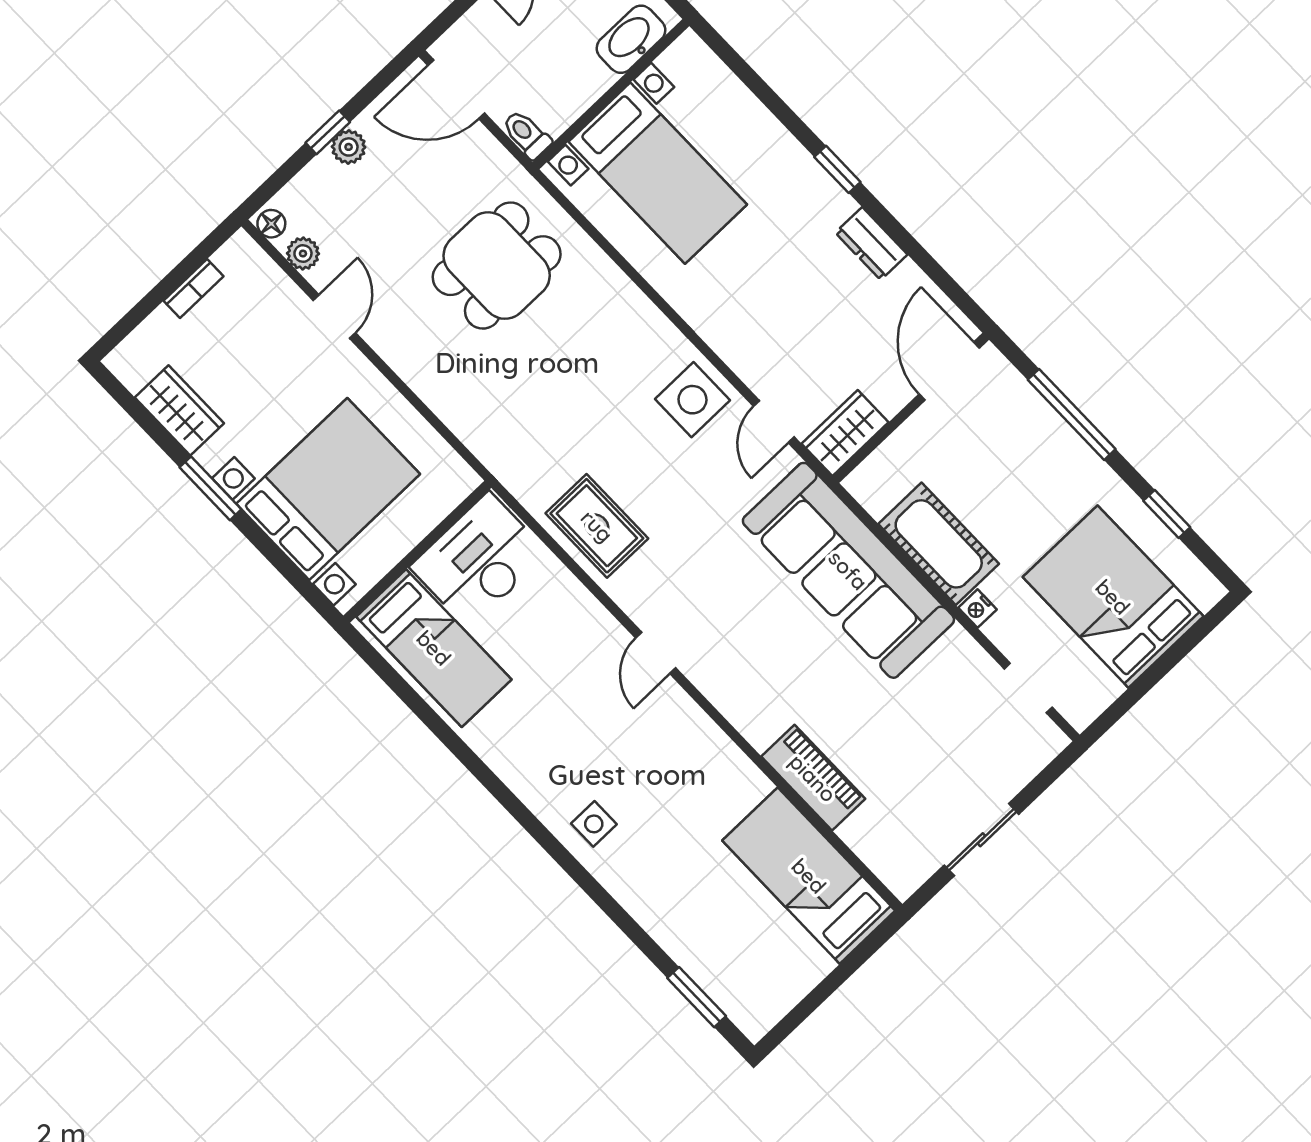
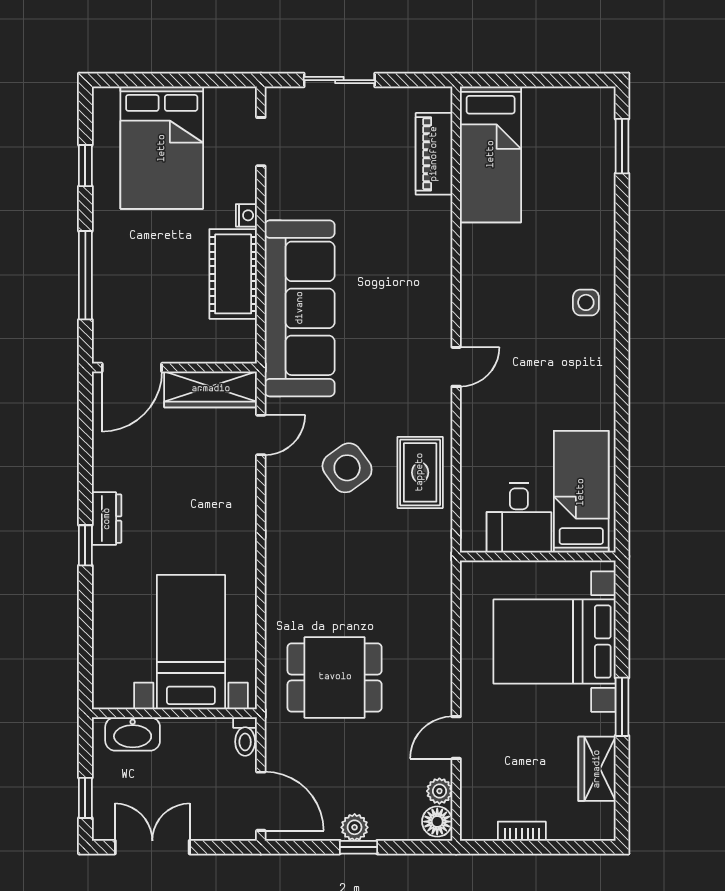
floor lamp: (271, 224) -> (437, 822), width x1.37, depth x1.37
dresser: (871, 244) -> (107, 519), moved
side table: (692, 400) -> (347, 468), moved, turned -36
wardrobe: (845, 433) -> (211, 389), width x1.50
desk: (479, 560) -> (519, 518), width x0.73
piano: (813, 778) -> (434, 154), moved
sliding door: (981, 840) -> (339, 80), moved

